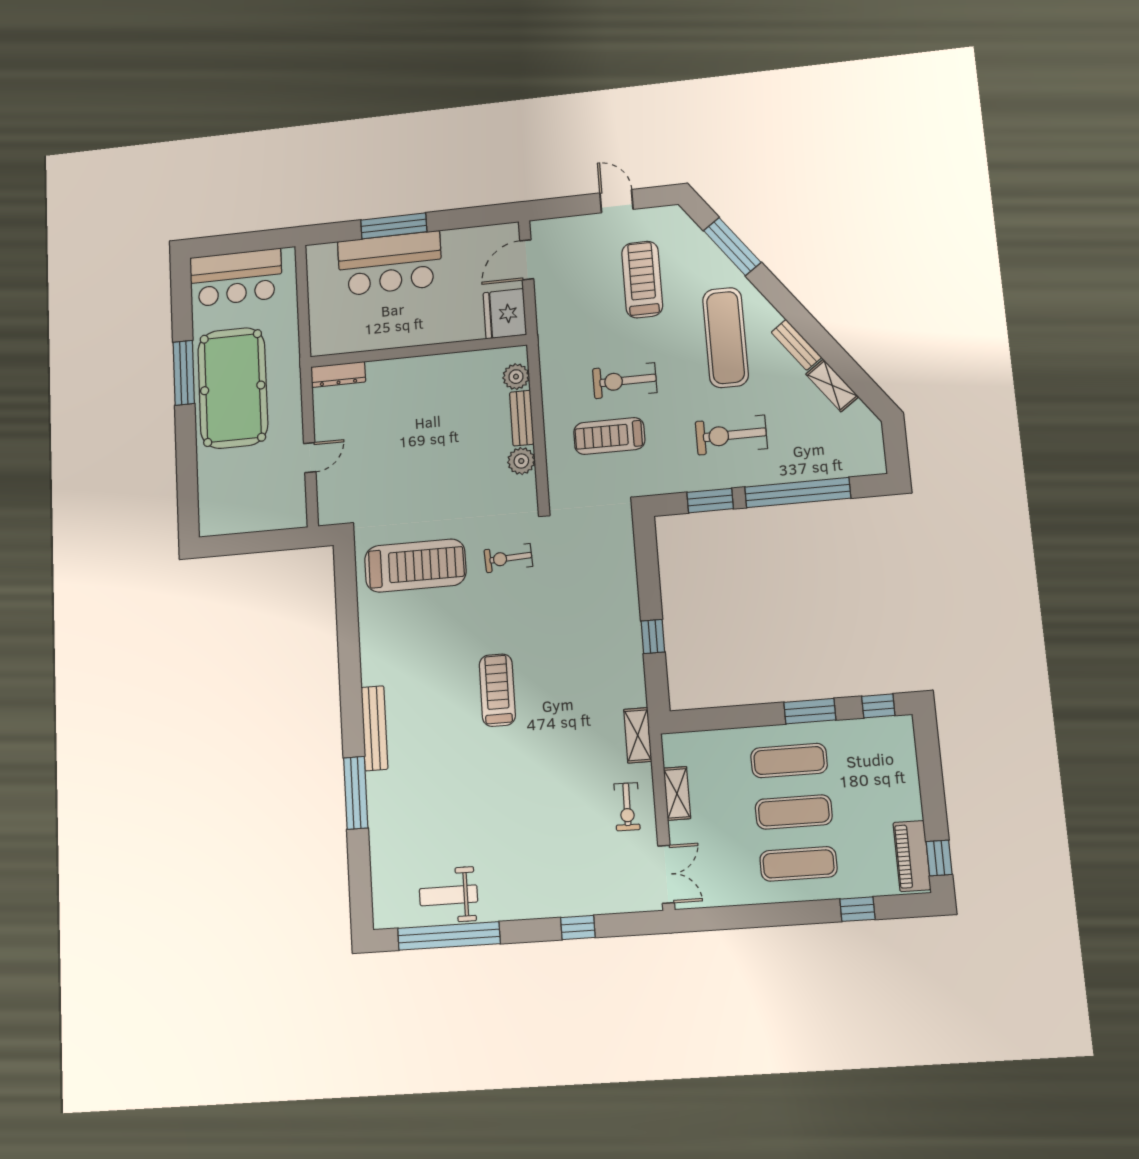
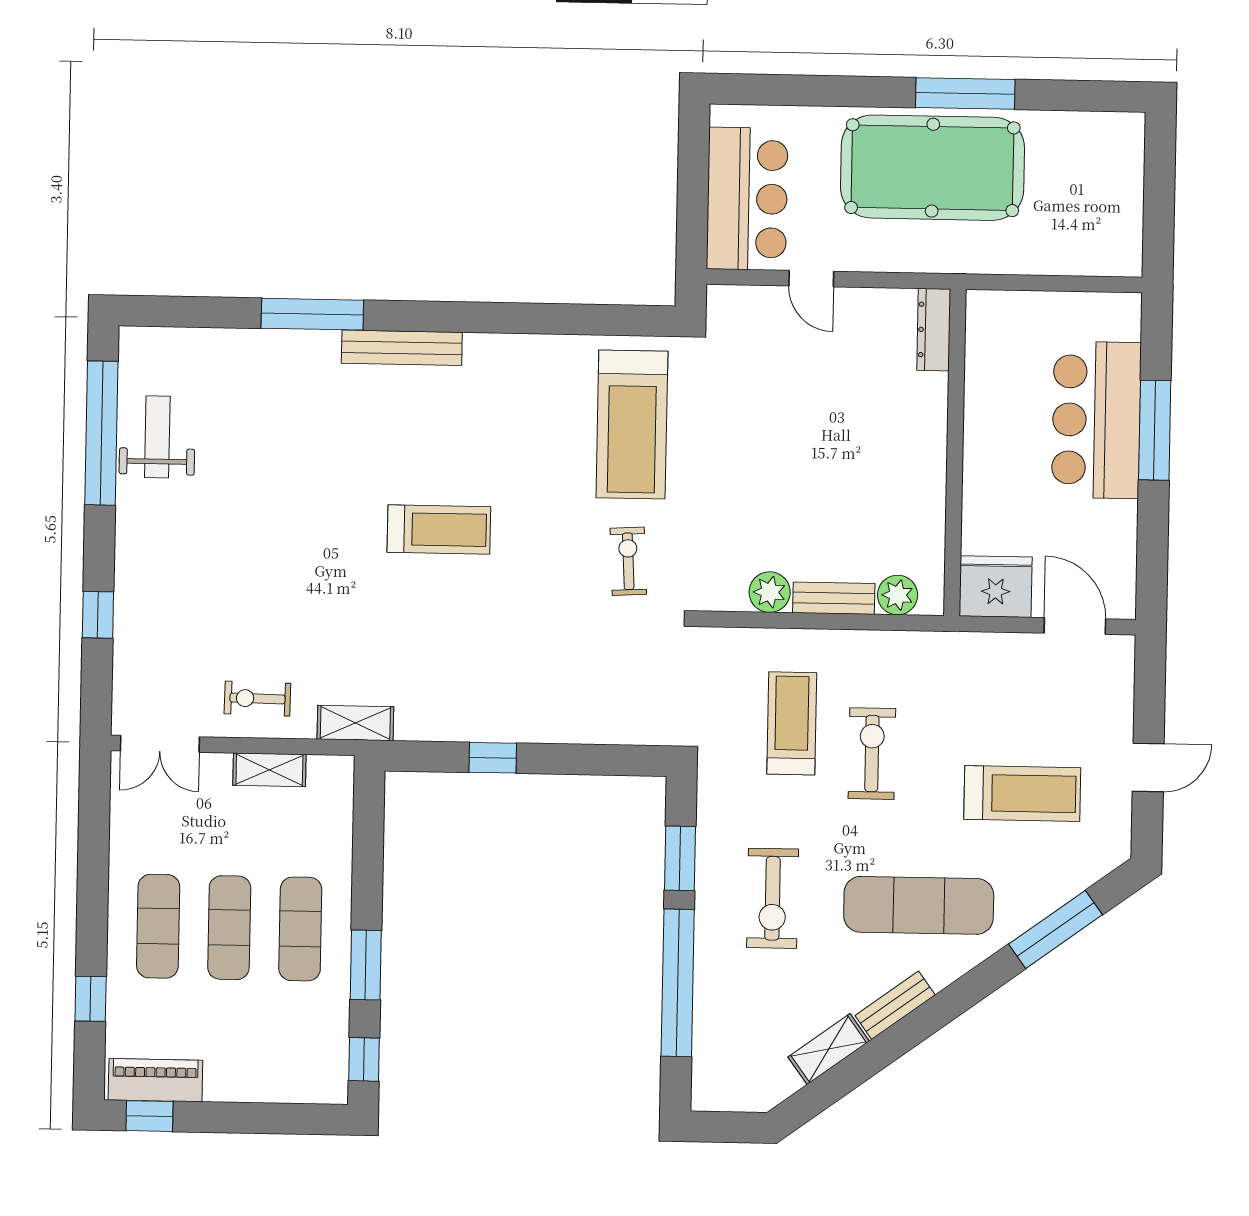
bar counter: (236, 278) -> (747, 199), moved, turned 180
exercise bike: (731, 435) -> (773, 898), turned 180

